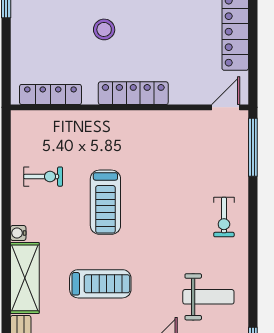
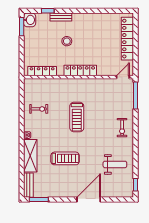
treadmill: (105, 202) -> (77, 117), moved

